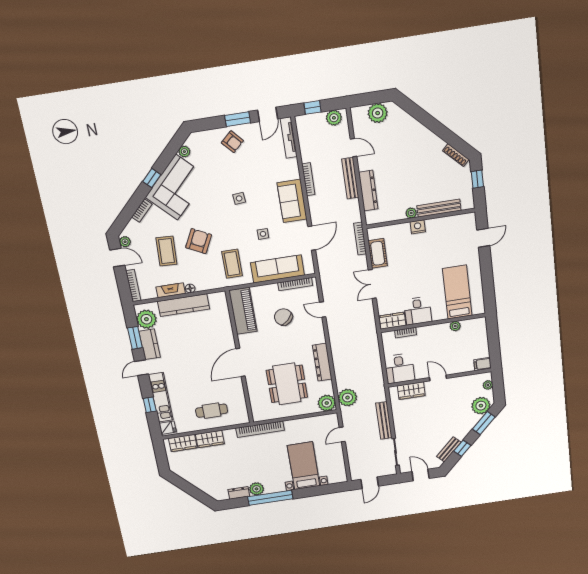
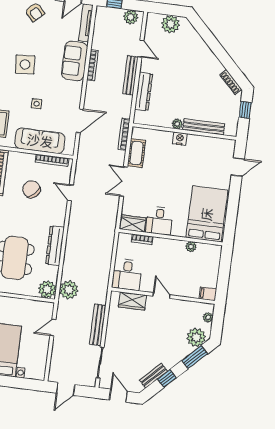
side table: (239, 198) -> (25, 64), width x1.87, depth x1.87
sofa: (292, 201) -> (75, 61), moved
bed: (457, 292) -> (207, 214), width x1.50

